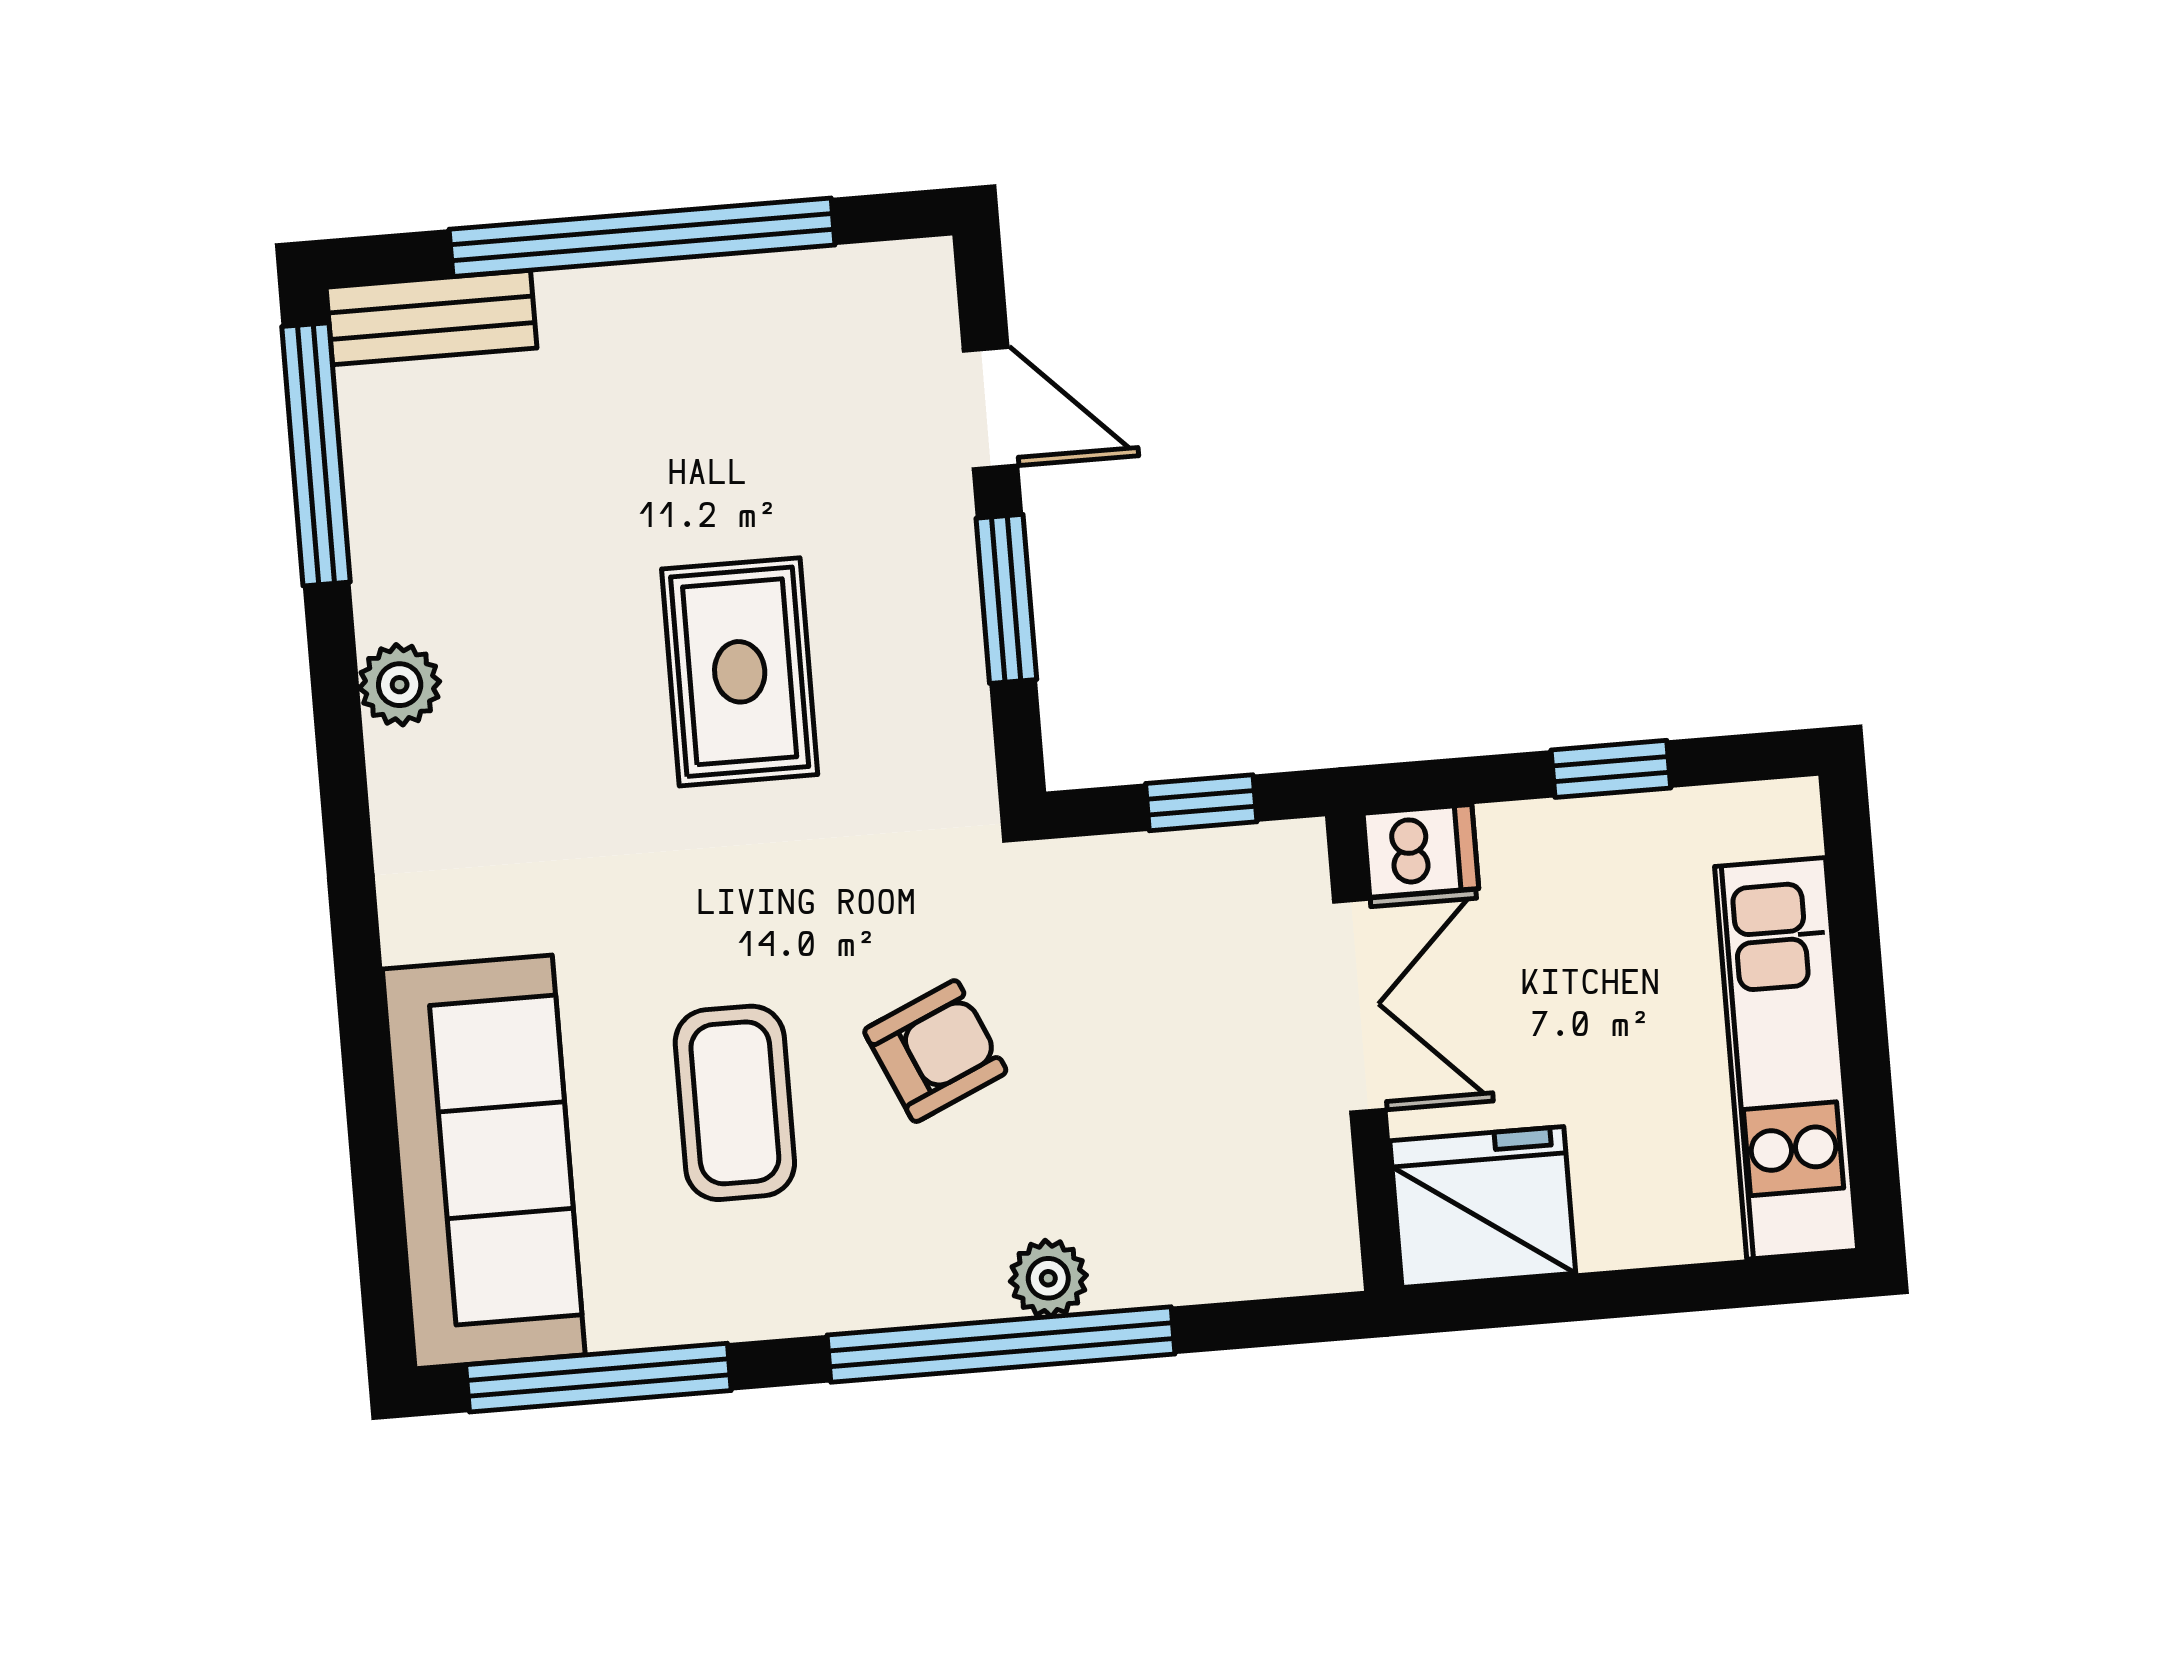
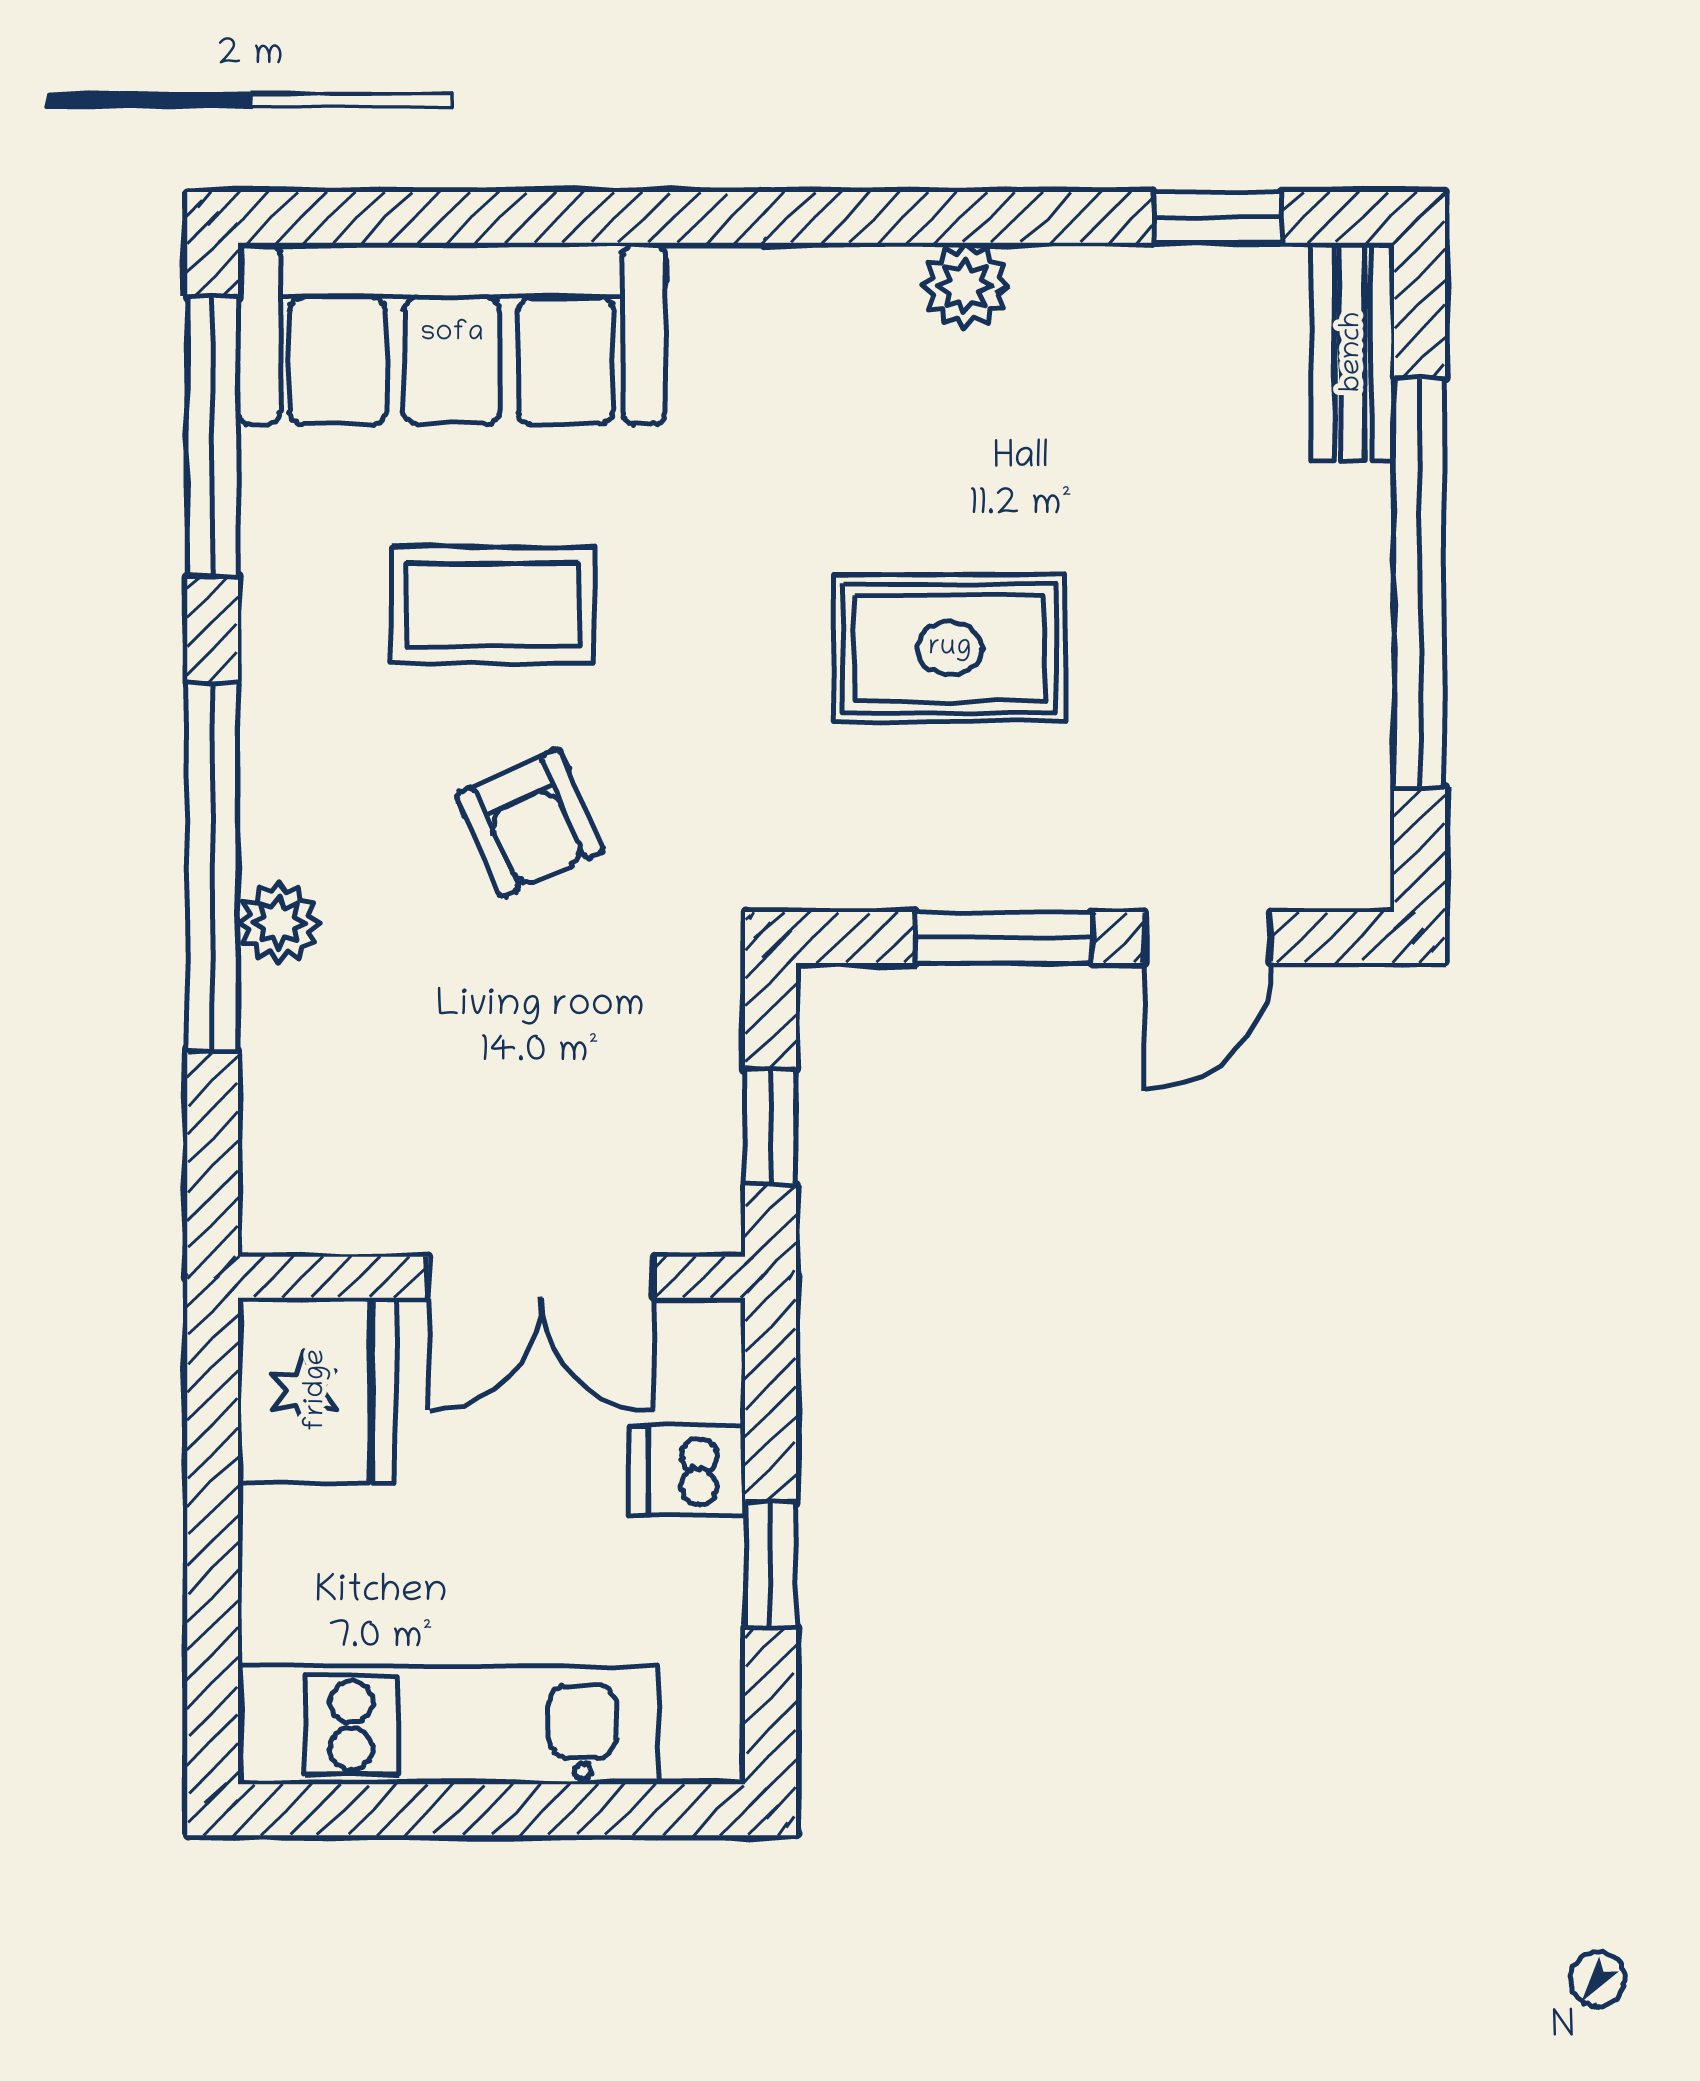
window: (316, 454) -> (1217, 217), width x0.46
dishwasher: (1421, 851) -> (687, 1471), moved, turned 90

